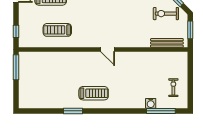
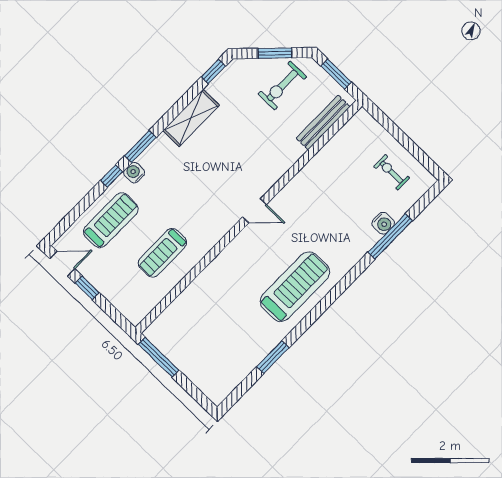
window: (16, 31) -> (87, 288), moved
treadmill: (94, 93) -> (295, 287), width x1.37, depth x1.38
window: (73, 111) -> (273, 357), moved
window: (161, 111) -> (390, 236), moved

